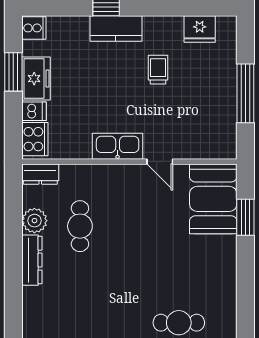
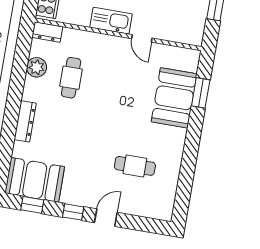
booth: (213, 199) -> (174, 98), moved
dresser: (32, 260) -> (25, 121), moved

